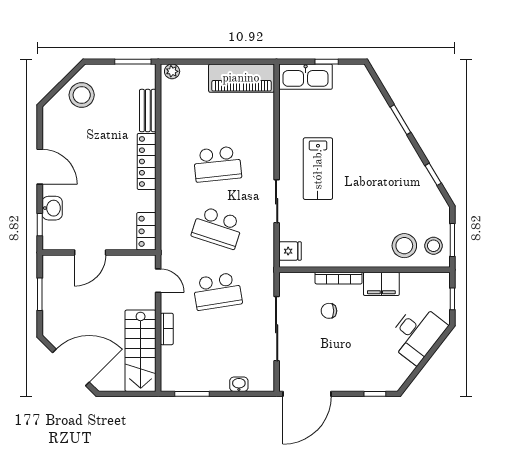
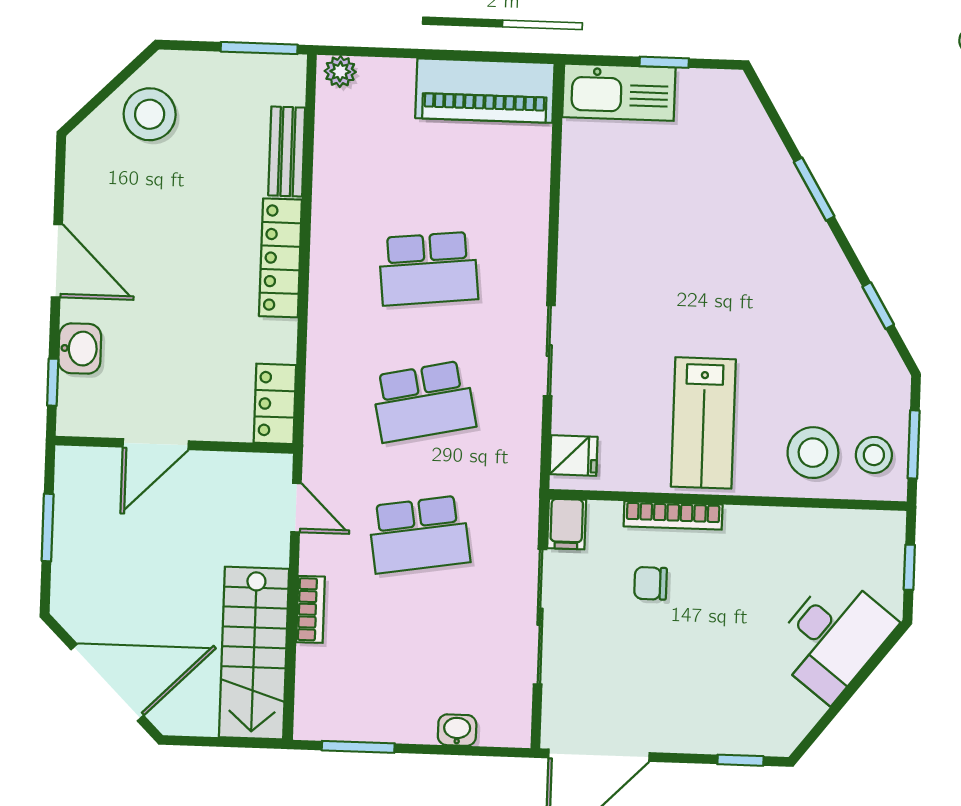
lab bench: (318, 169) -> (703, 423), moved
school desk: (217, 228) -> (424, 401), turned -30
filing cabinet: (381, 284) -> (567, 524), moved, width x0.50

